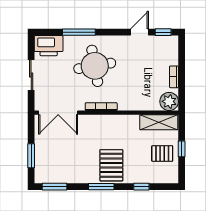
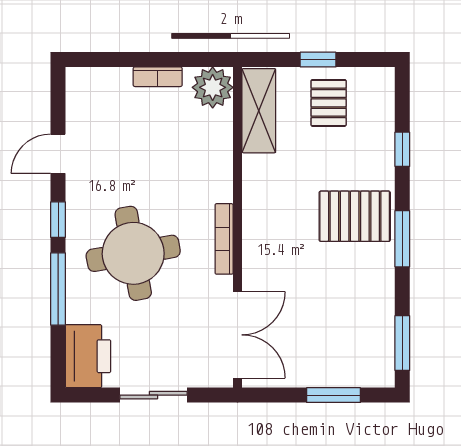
door: (139, 32) -> (58, 154), hinge flipped
window: (163, 32) -> (58, 220), moved

